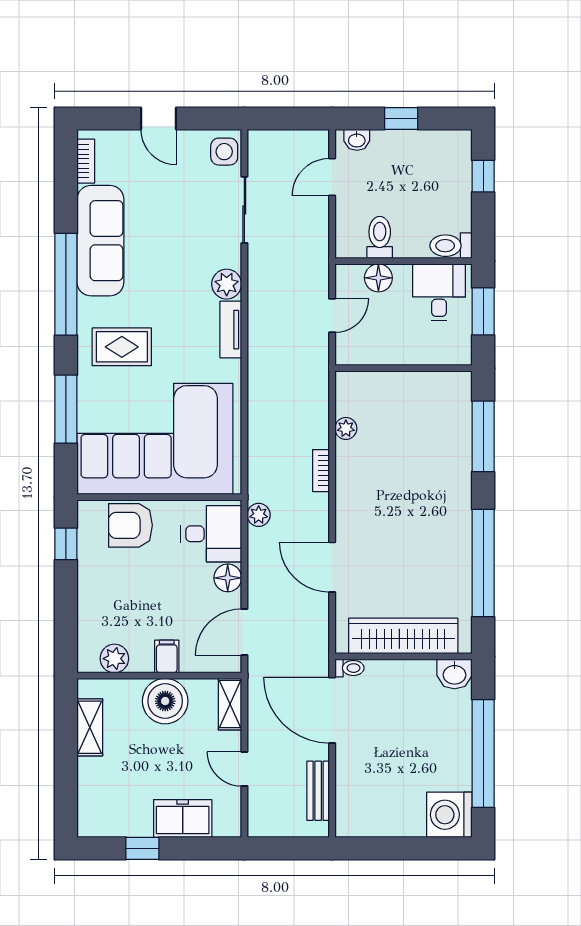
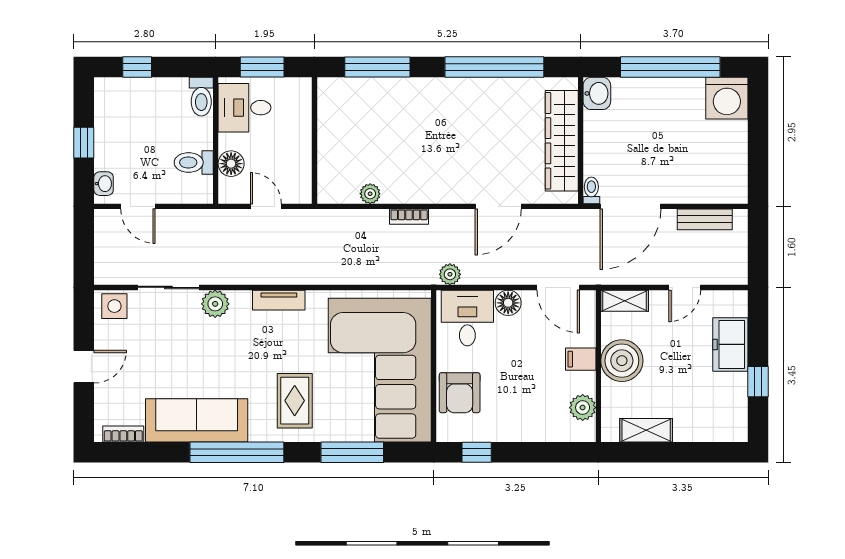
plant: (227, 284) -> (215, 304), moved

